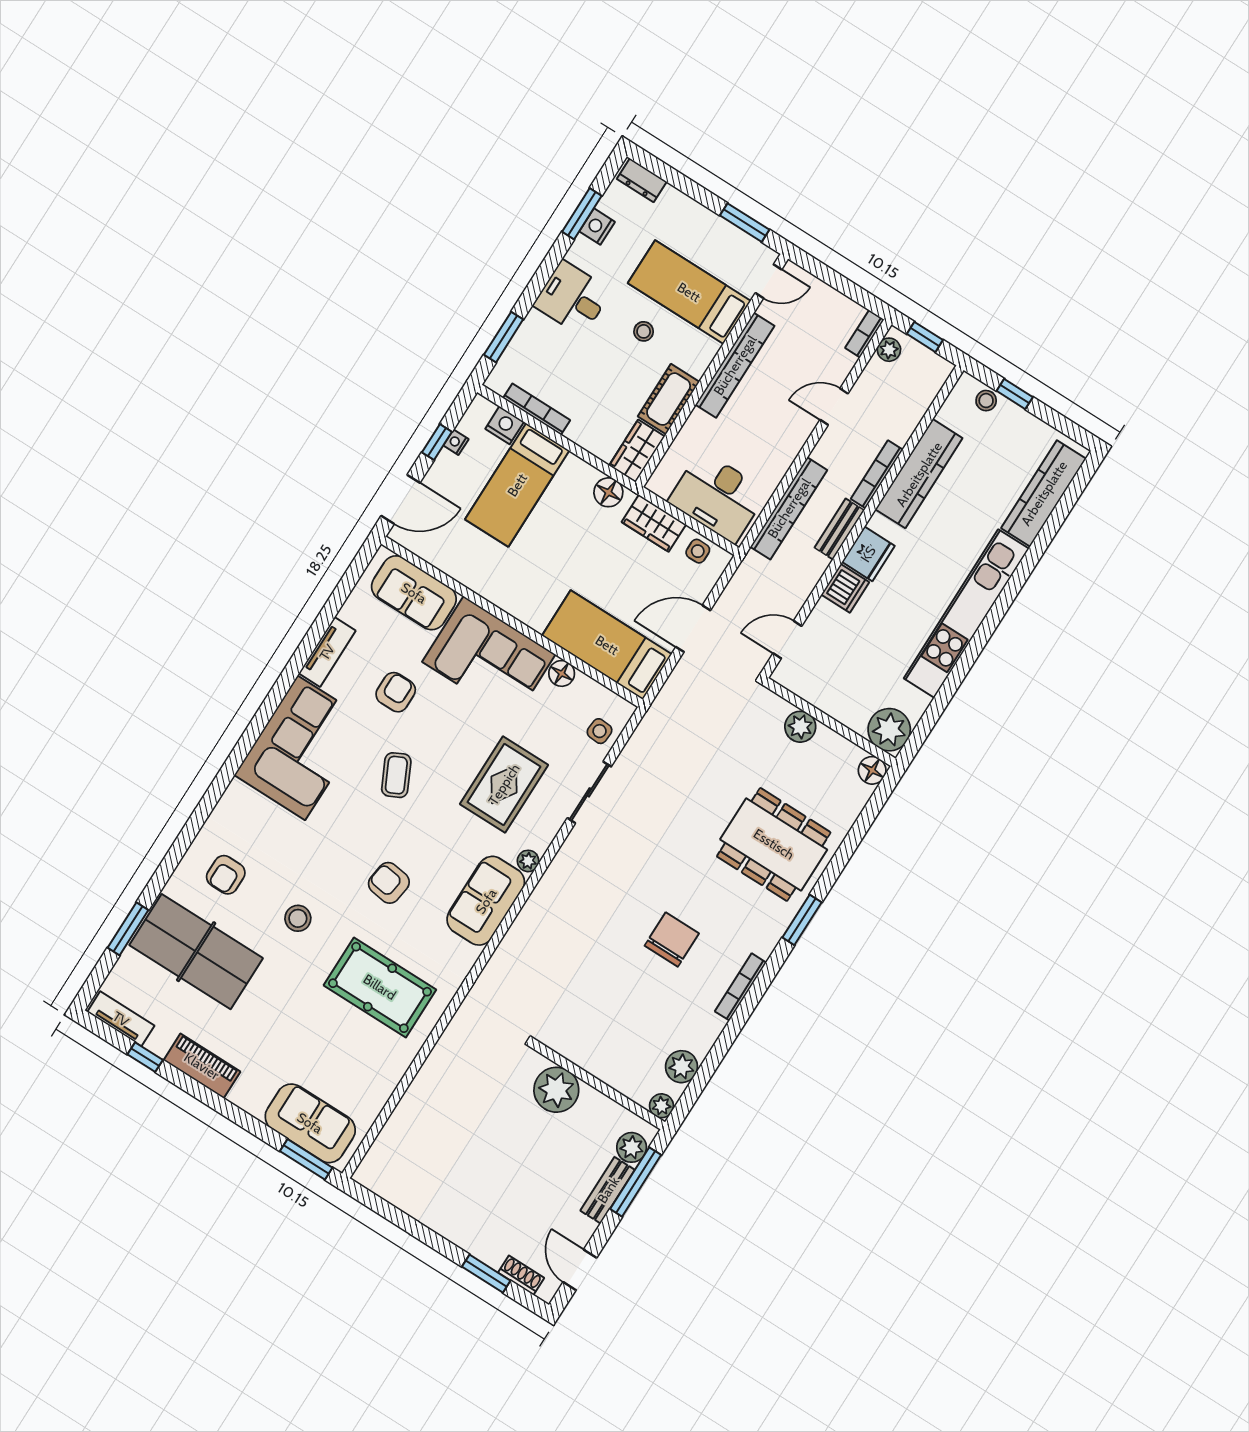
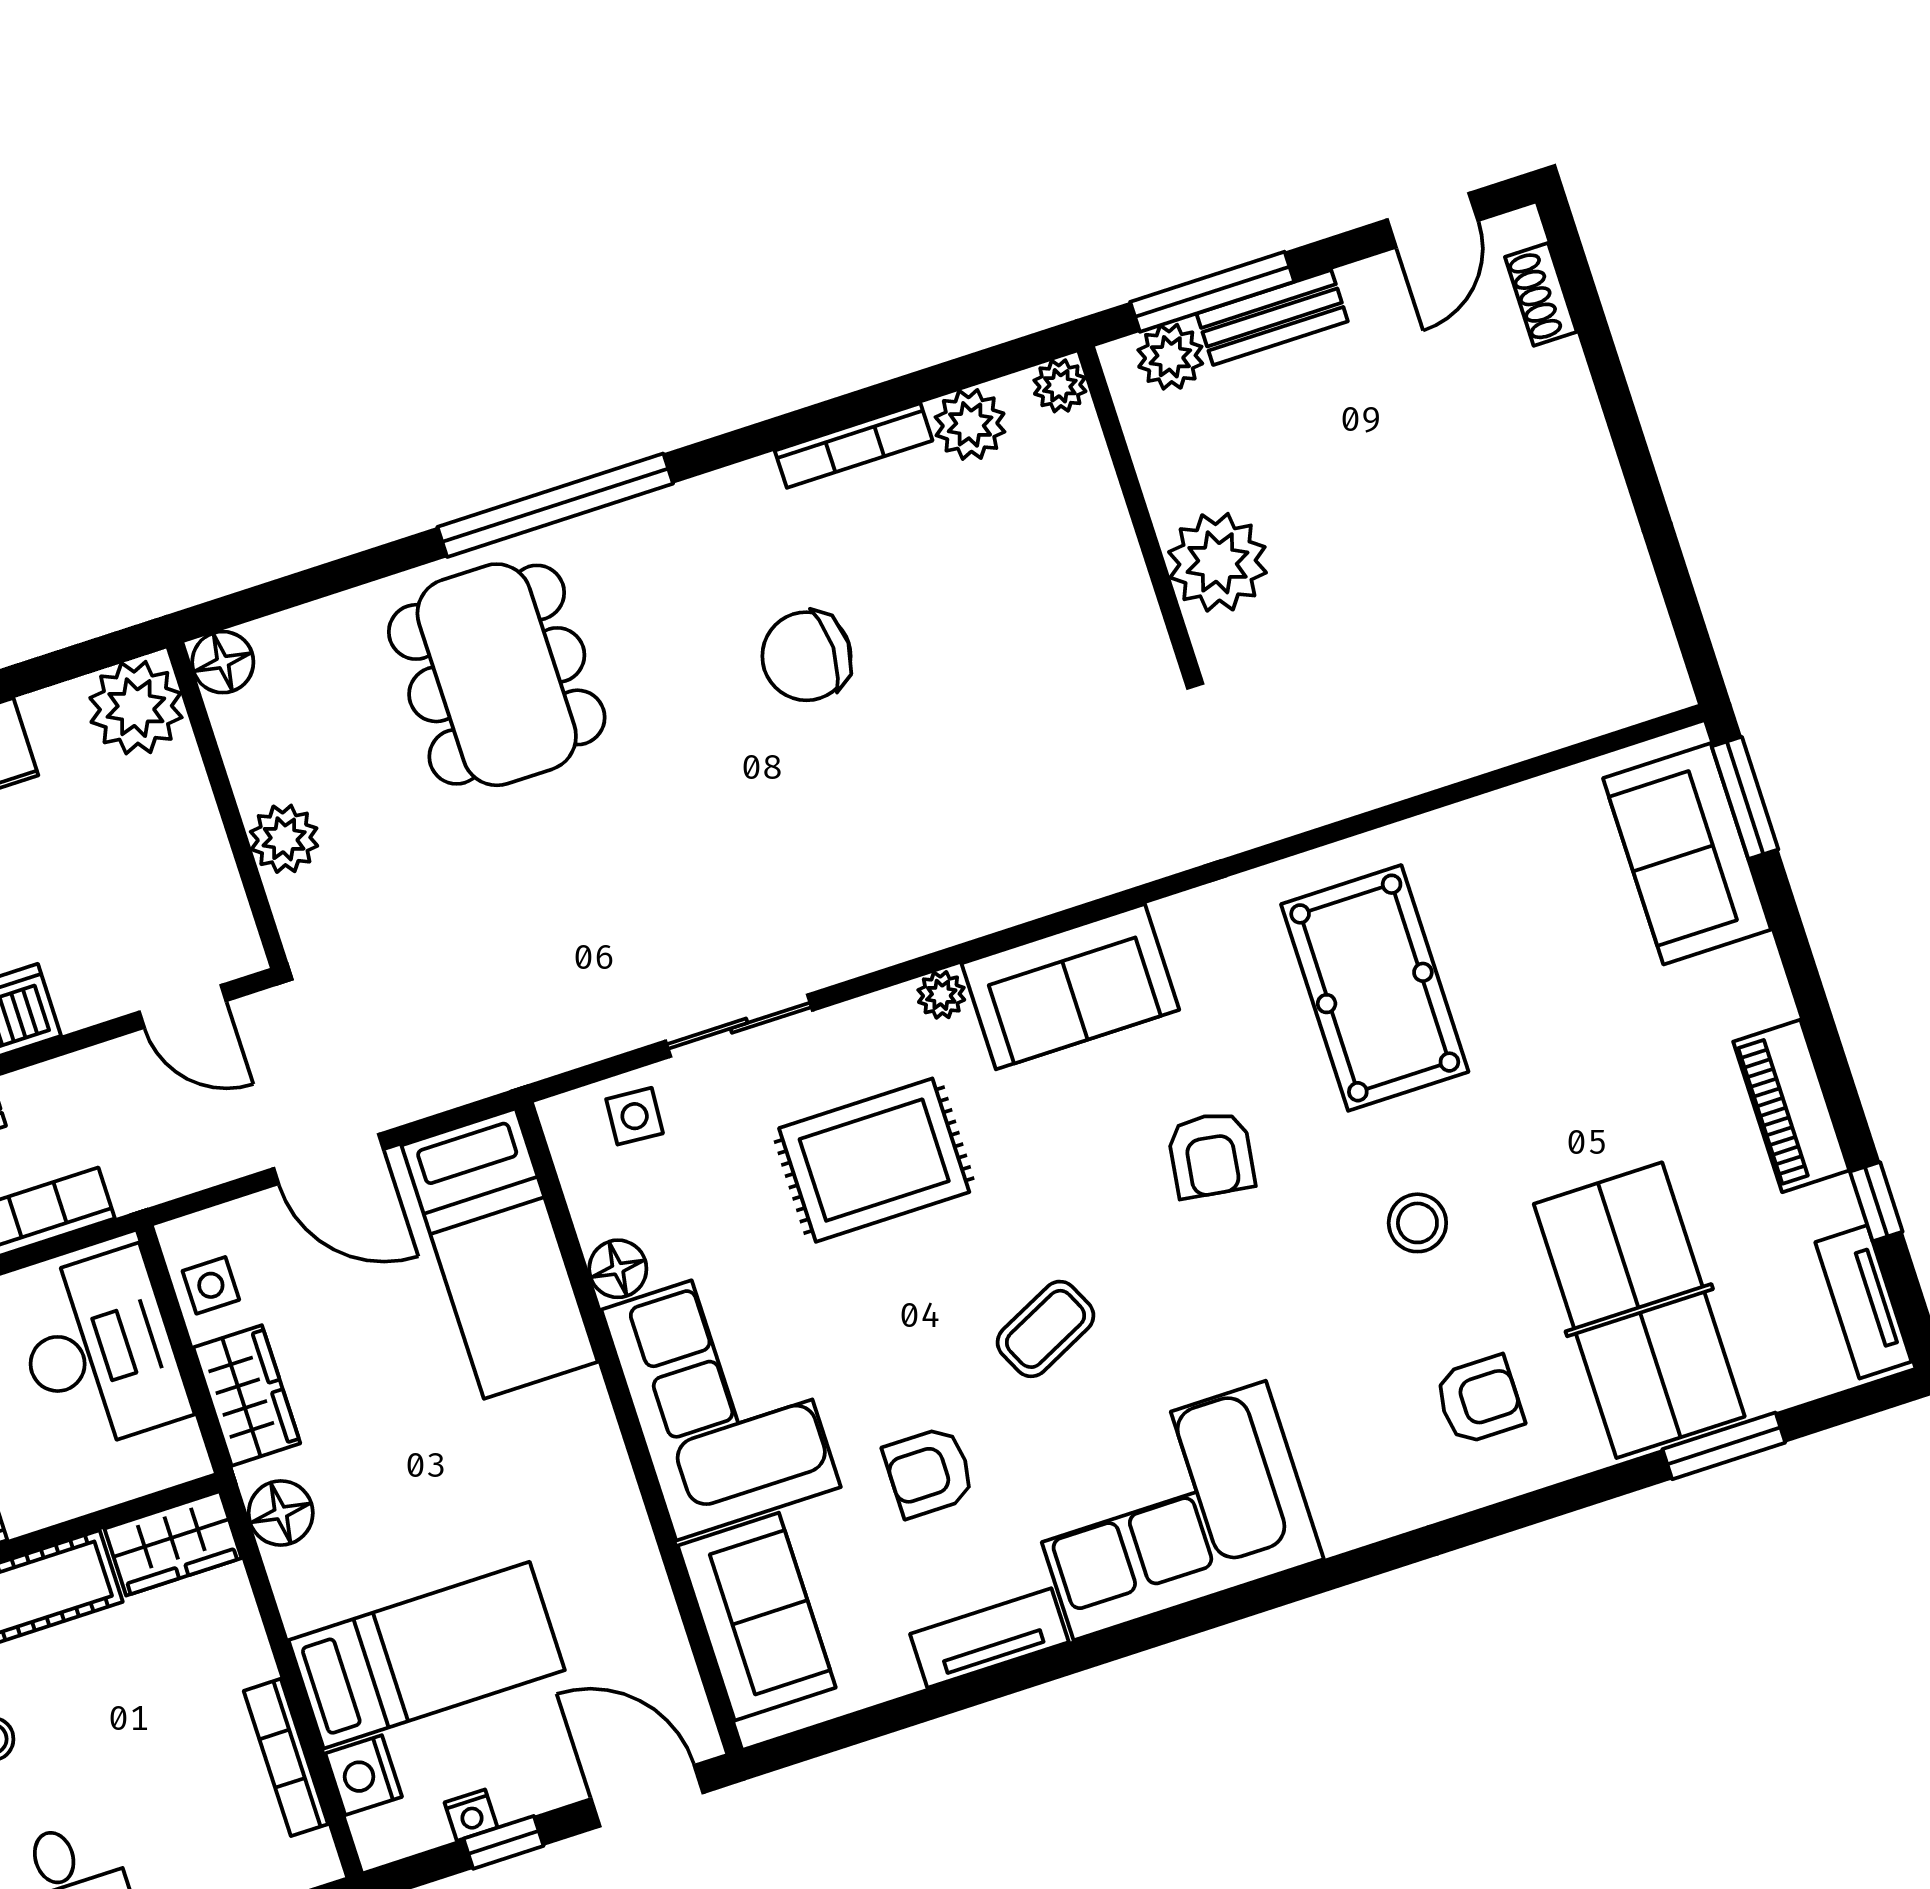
window: (802, 920) -> (555, 505), width x2.11
bookcase: (741, 987) -> (854, 446), moved
window: (486, 1274) -> (1598, 347), removed

